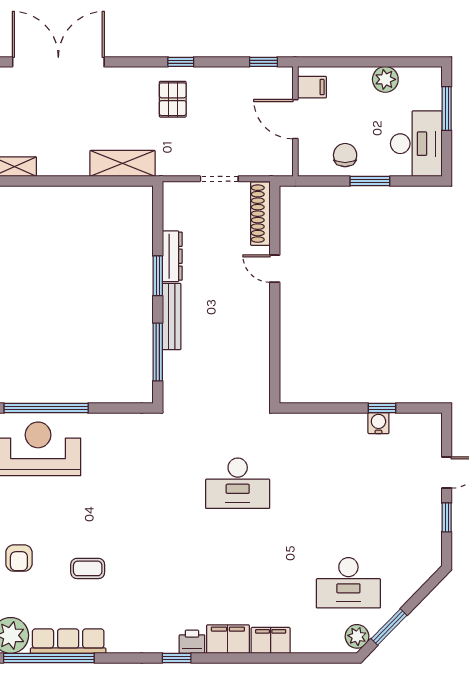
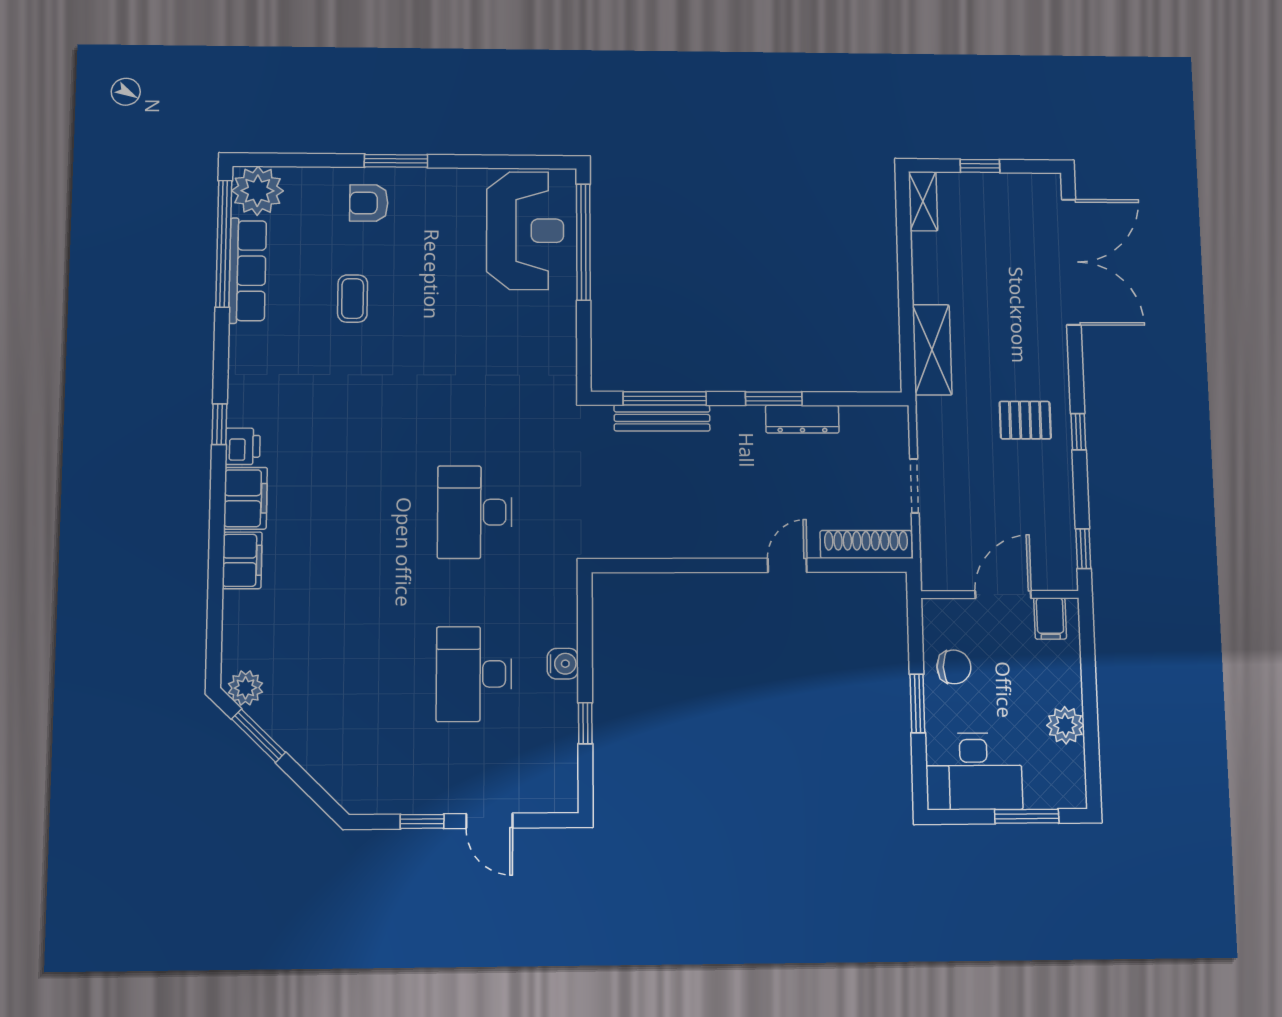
bench: (172, 317) -> (662, 418), moved
water cooler: (378, 423) -> (563, 664), moved
desk: (348, 583) -> (474, 674), moved

